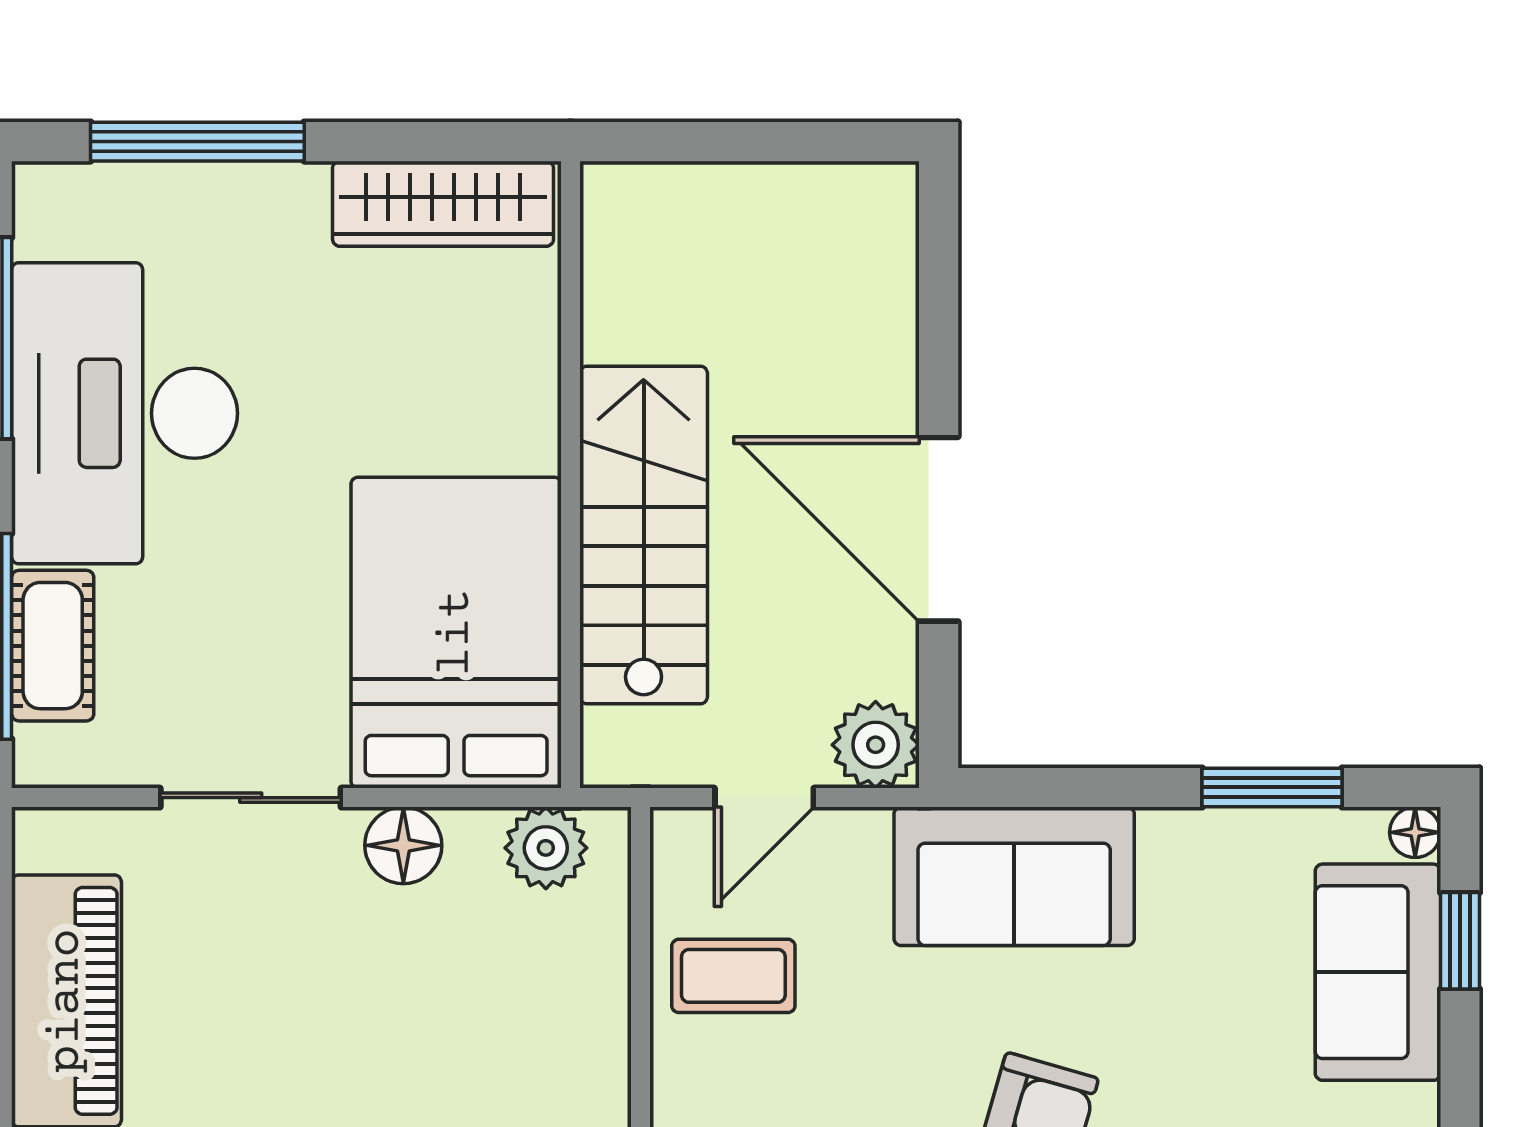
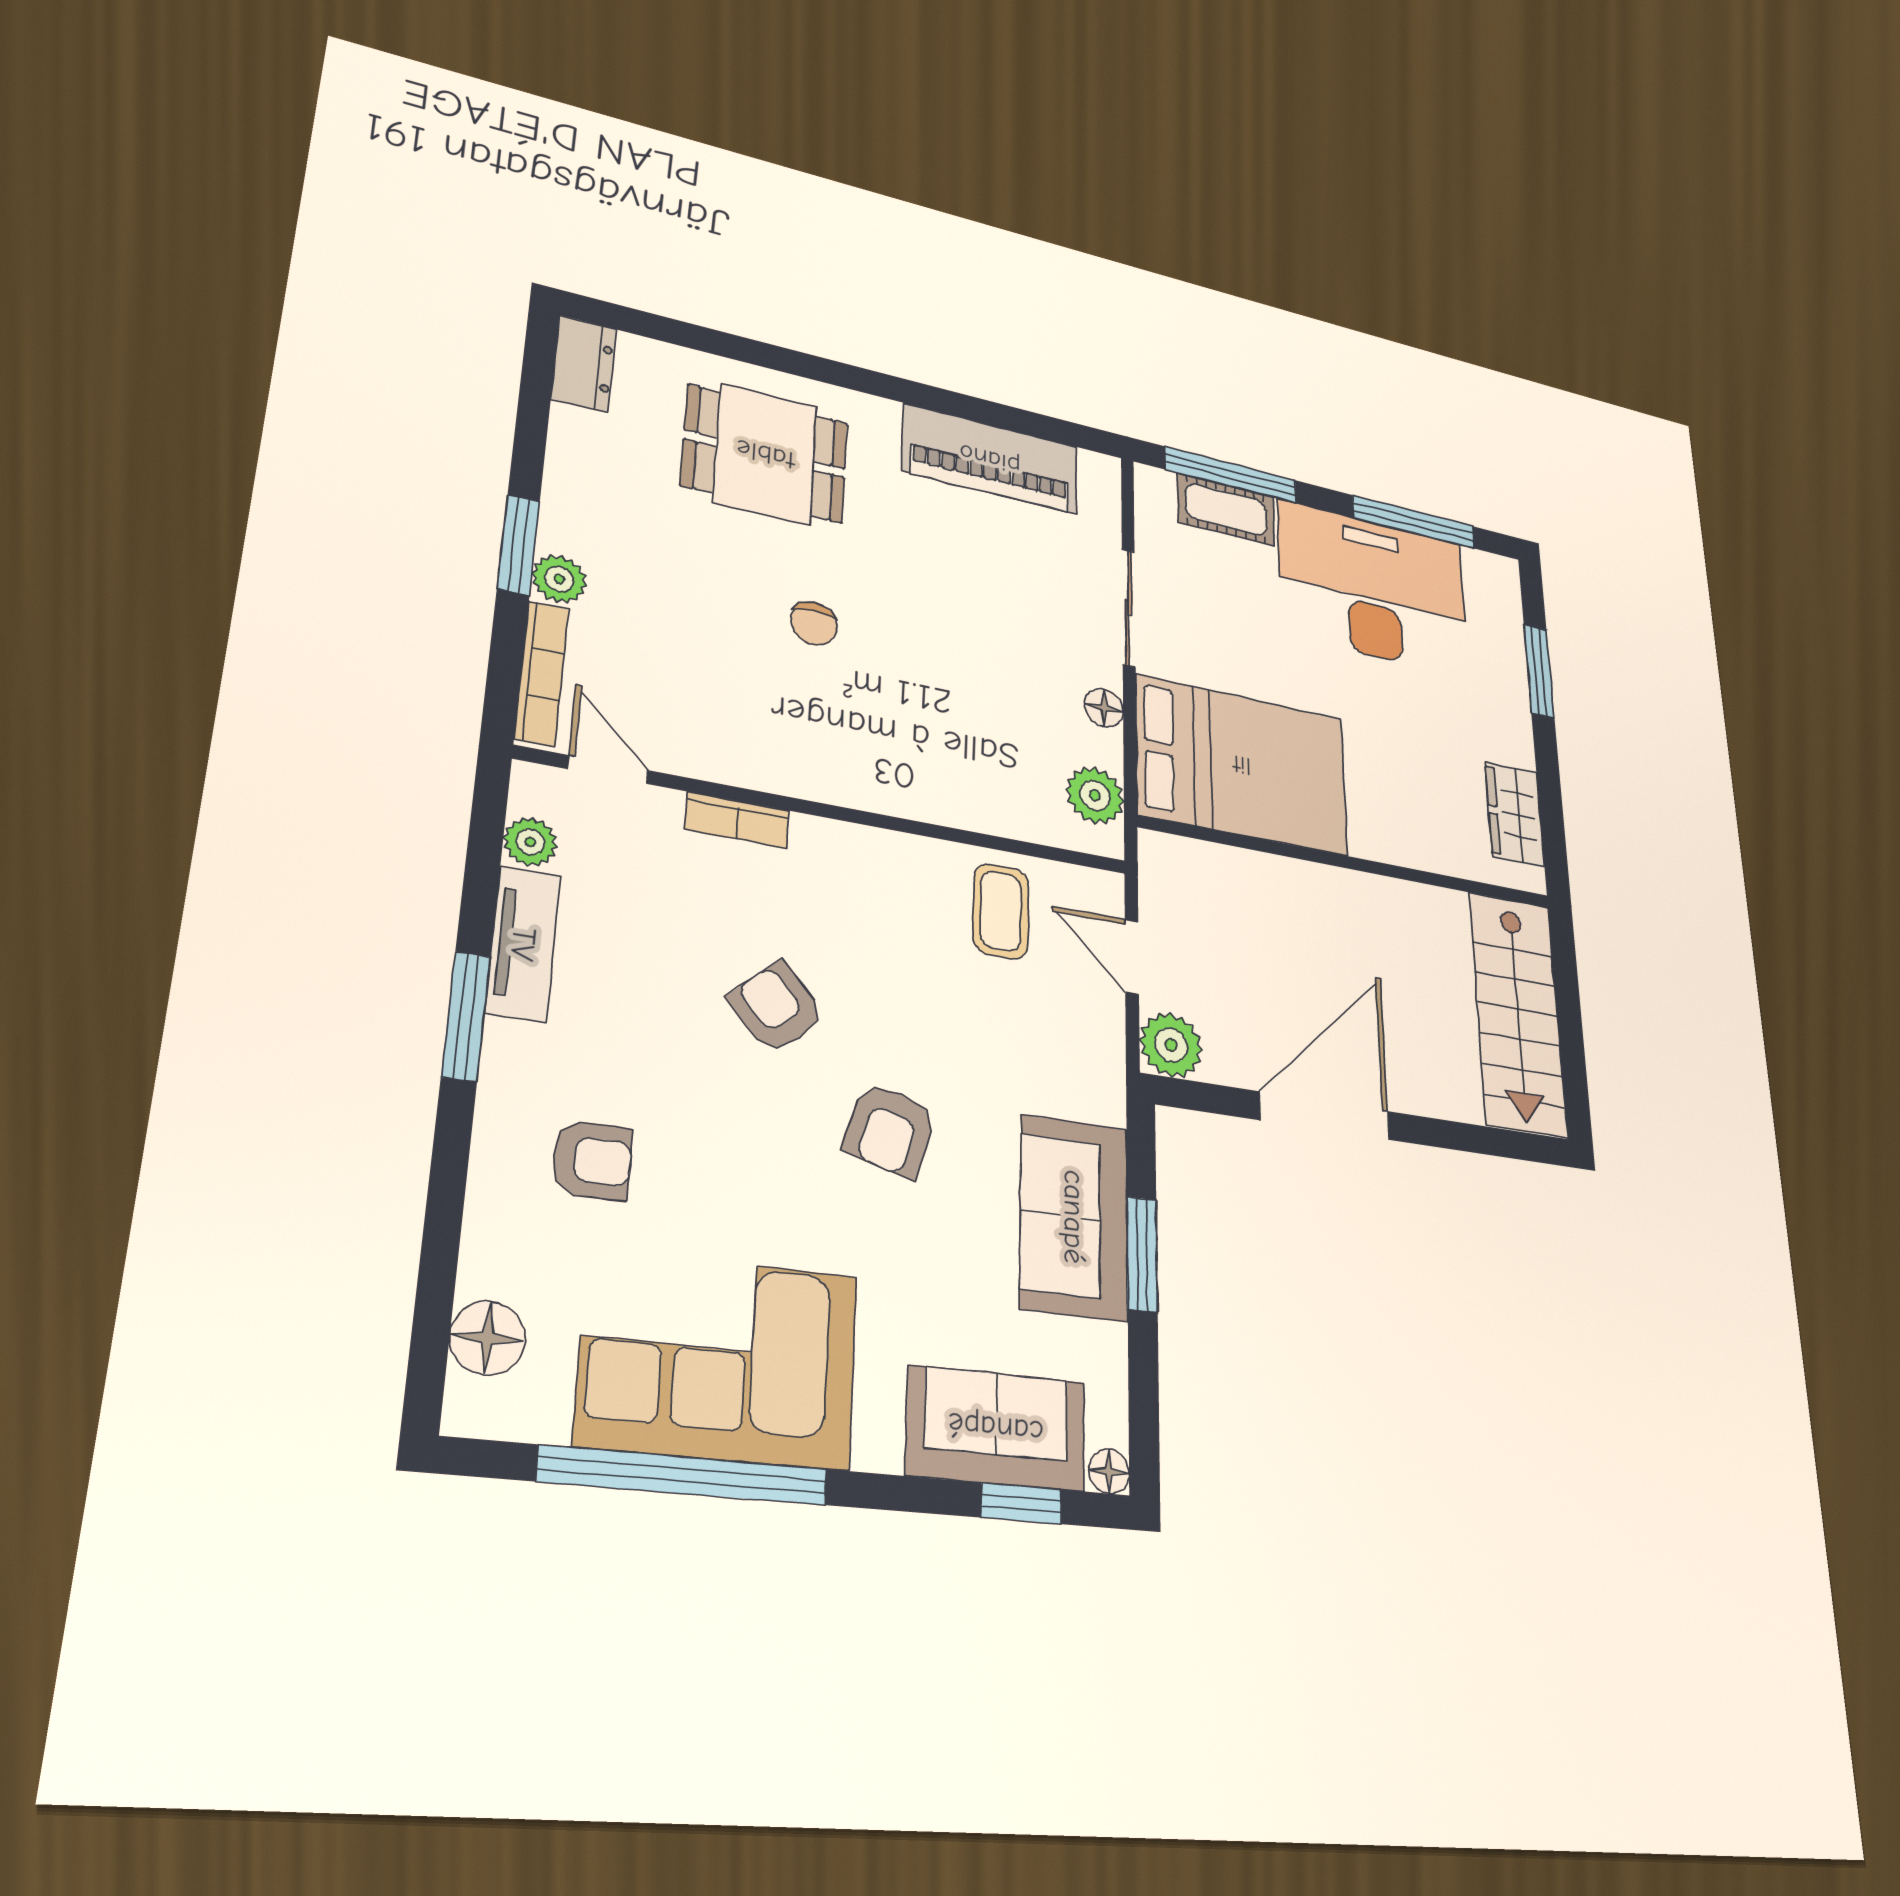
window: (197, 142) -> (1539, 671), width x0.69
wardrobe: (443, 204) -> (1515, 814), width x0.67
stairs: (644, 535) -> (1518, 1014), moved, turned 90
window: (1272, 787) -> (1142, 1254), moved
floor lamp: (403, 845) -> (1104, 708), width x0.73, depth x0.73
sofa: (1014, 876) -> (1074, 1217), moved

